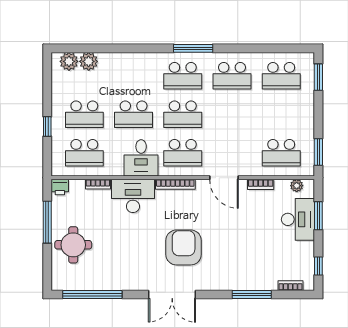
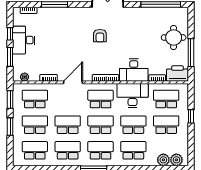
school desk: (134, 76) -> (133, 150), added
window: (318, 77) -> (10, 127), moved
school desk: (232, 114) -> (68, 125), added
school desk: (281, 114) -> (35, 125), added
desk: (141, 158) -> (133, 96), width x1.37
door: (224, 178) -> (73, 82), hinge flipped
printer: (60, 187) -> (178, 73), width x1.87, depth x1.48
desk: (298, 219) -> (24, 40), moved
armchair: (184, 247) -> (100, 36), width x0.53, depth x0.53
window: (318, 266) -> (10, 34), moved

